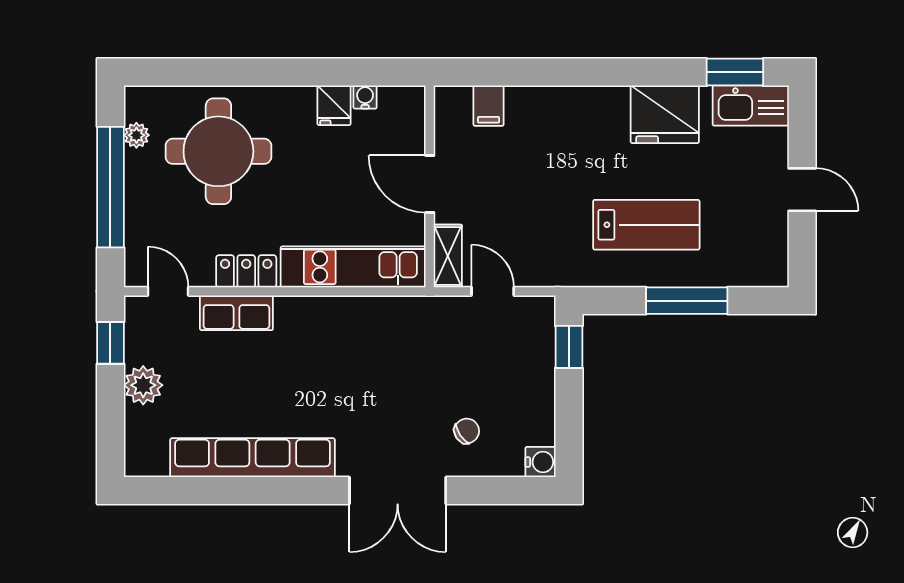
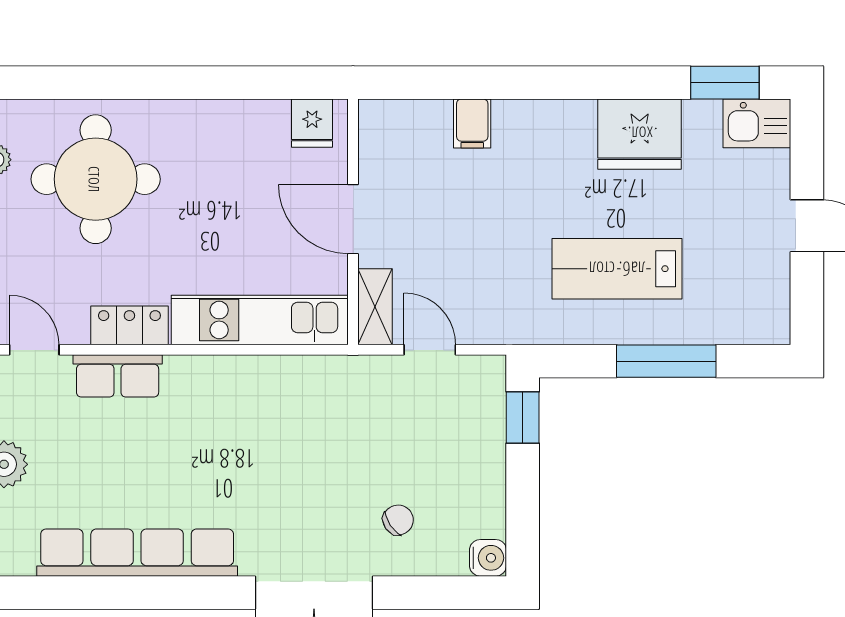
water cooler: (365, 97) -> (274, 113), removed
fridge: (334, 105) -> (312, 123), moved
filing cabinet: (489, 106) -> (472, 124), moved
kitchen sink: (751, 106) -> (757, 123), width x0.73
lab bench: (646, 225) -> (617, 269), turned 180

